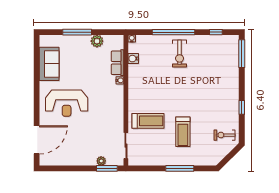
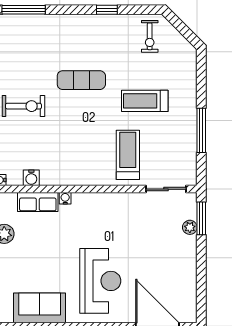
exercise mat: (196, 91) -> (81, 80), added
treadmill: (183, 132) -> (145, 101), turned 180
window: (180, 168) -> (201, 130), moved

